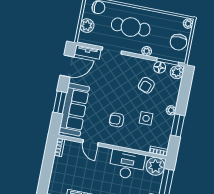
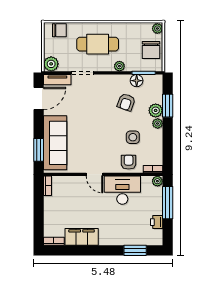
plant: (87, 26) -> (51, 64), moved
plant: (177, 72) -> (156, 110), moved
window: (60, 102) -> (39, 150), moved
armchair: (117, 120) -> (129, 162), moved, turned 90
window: (178, 125) -> (168, 106), moved
door: (90, 143) -> (94, 174), moved
plant: (155, 166) -> (157, 181), width x0.53, depth x0.53

